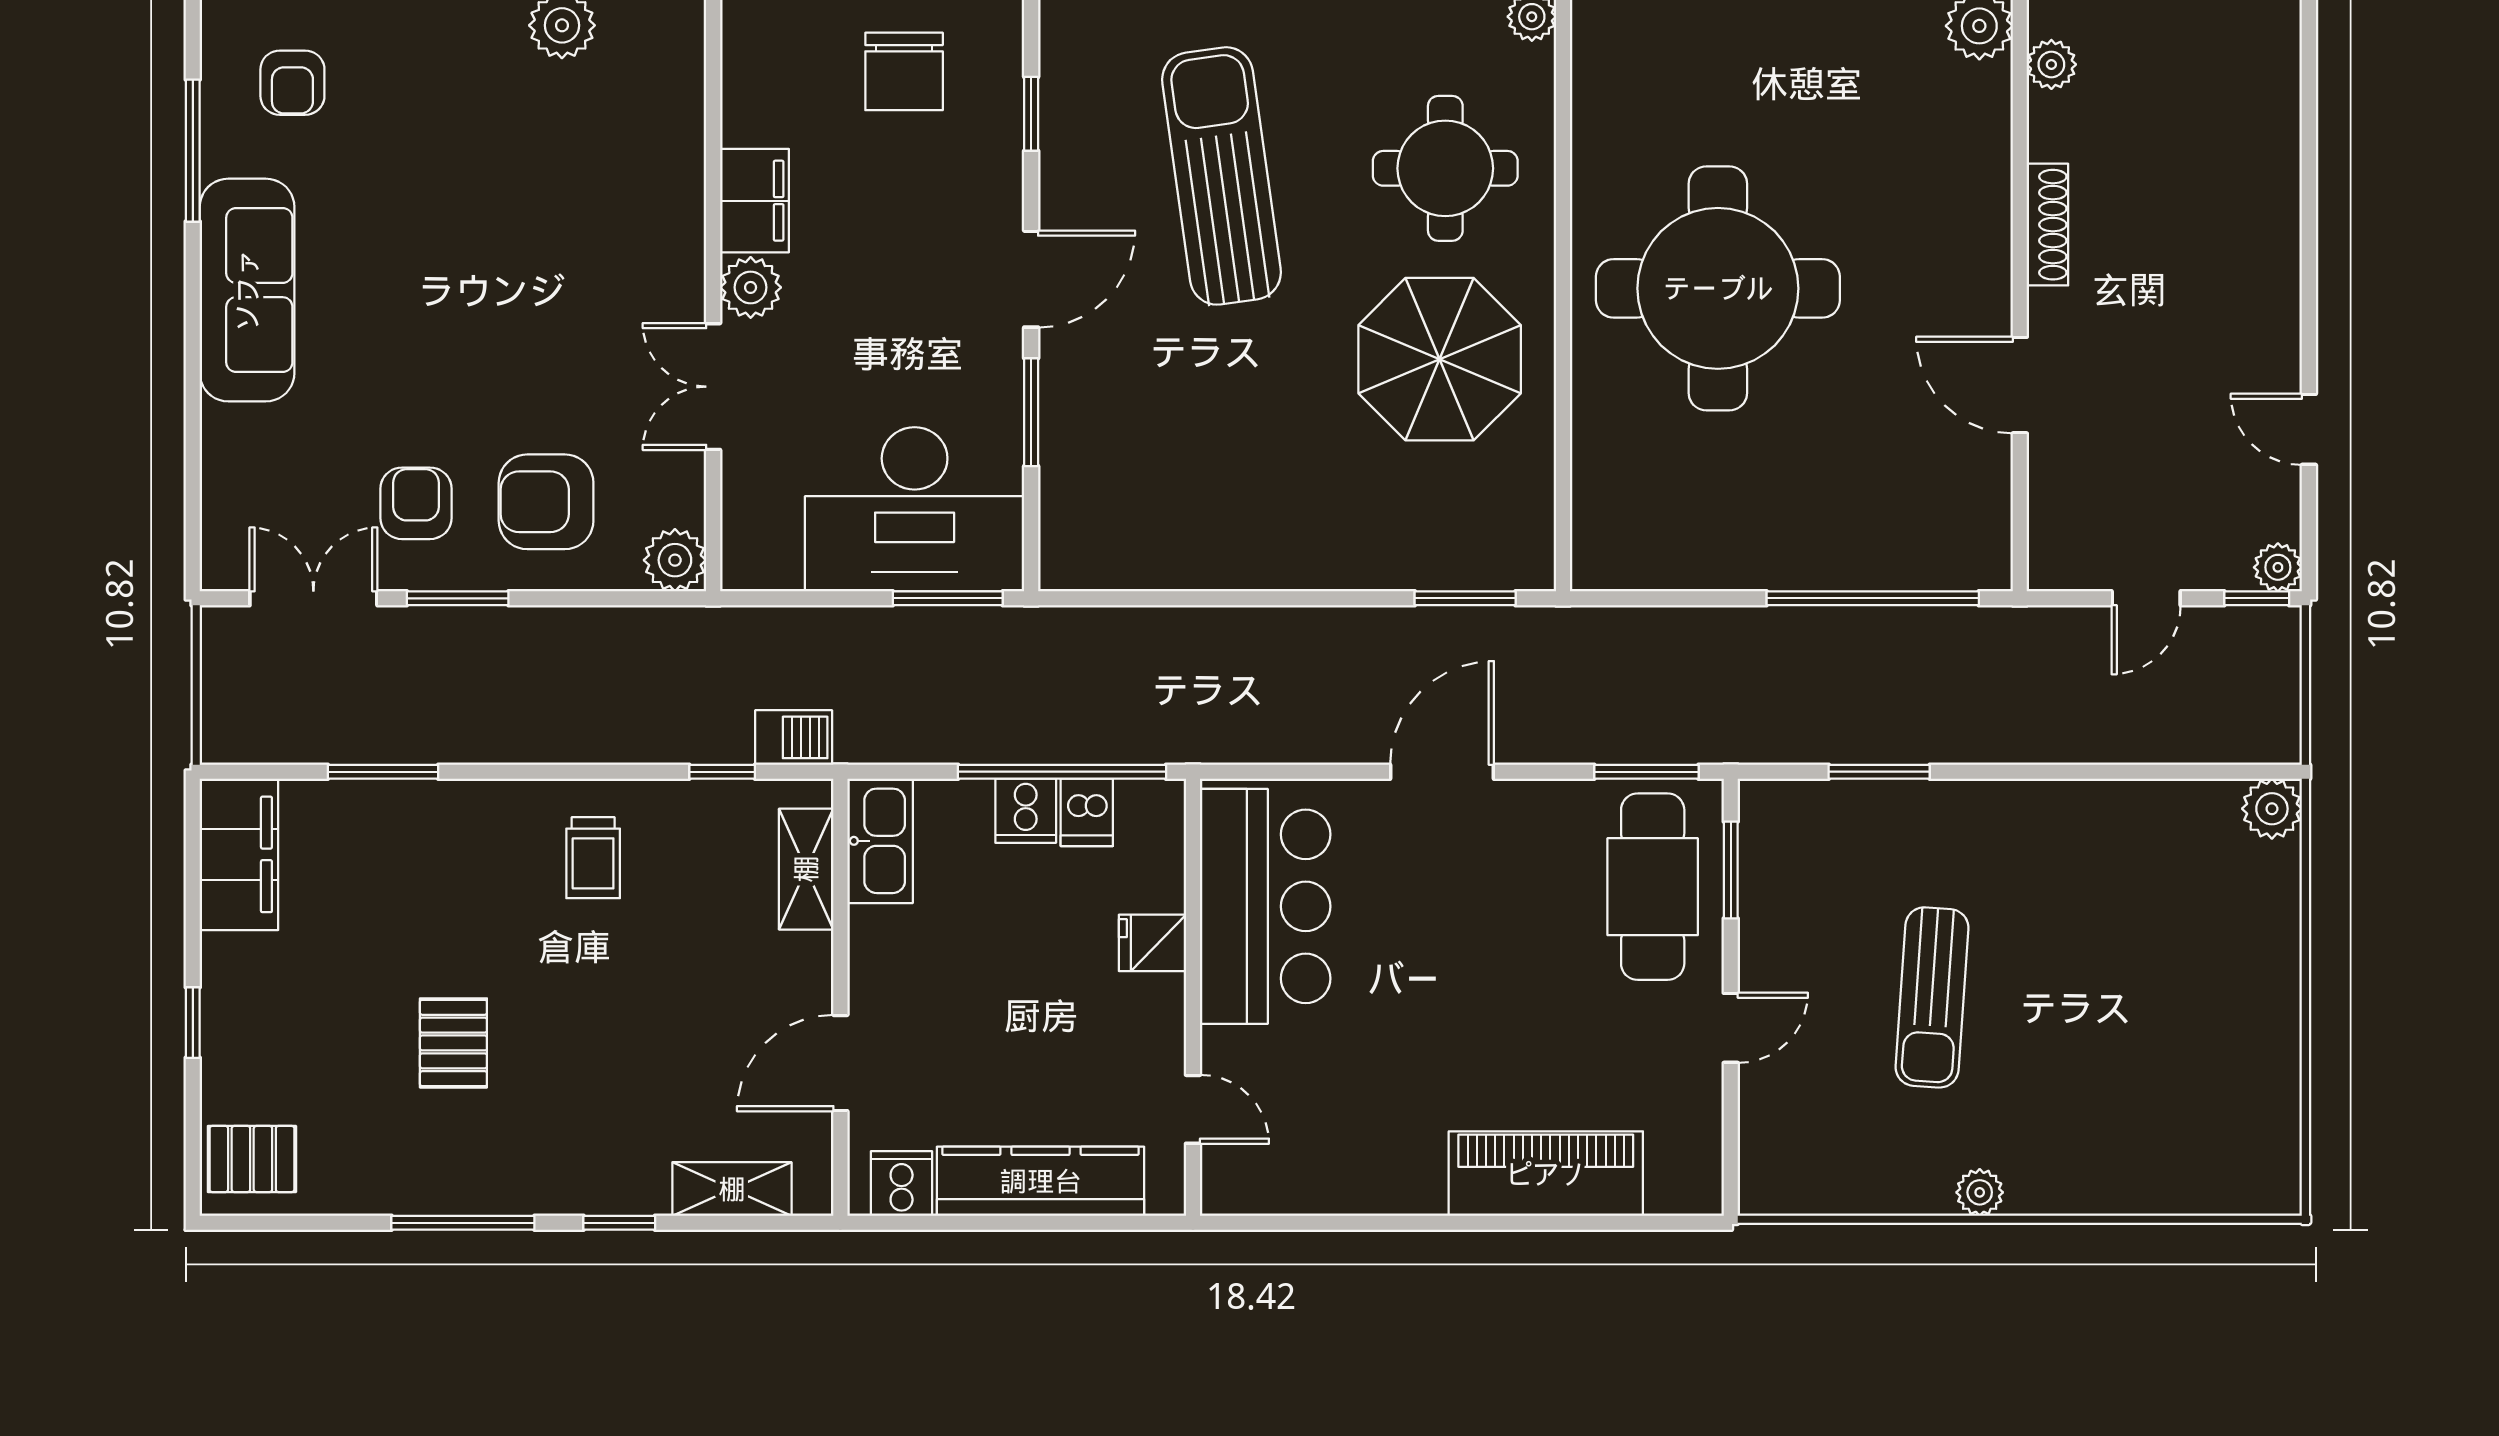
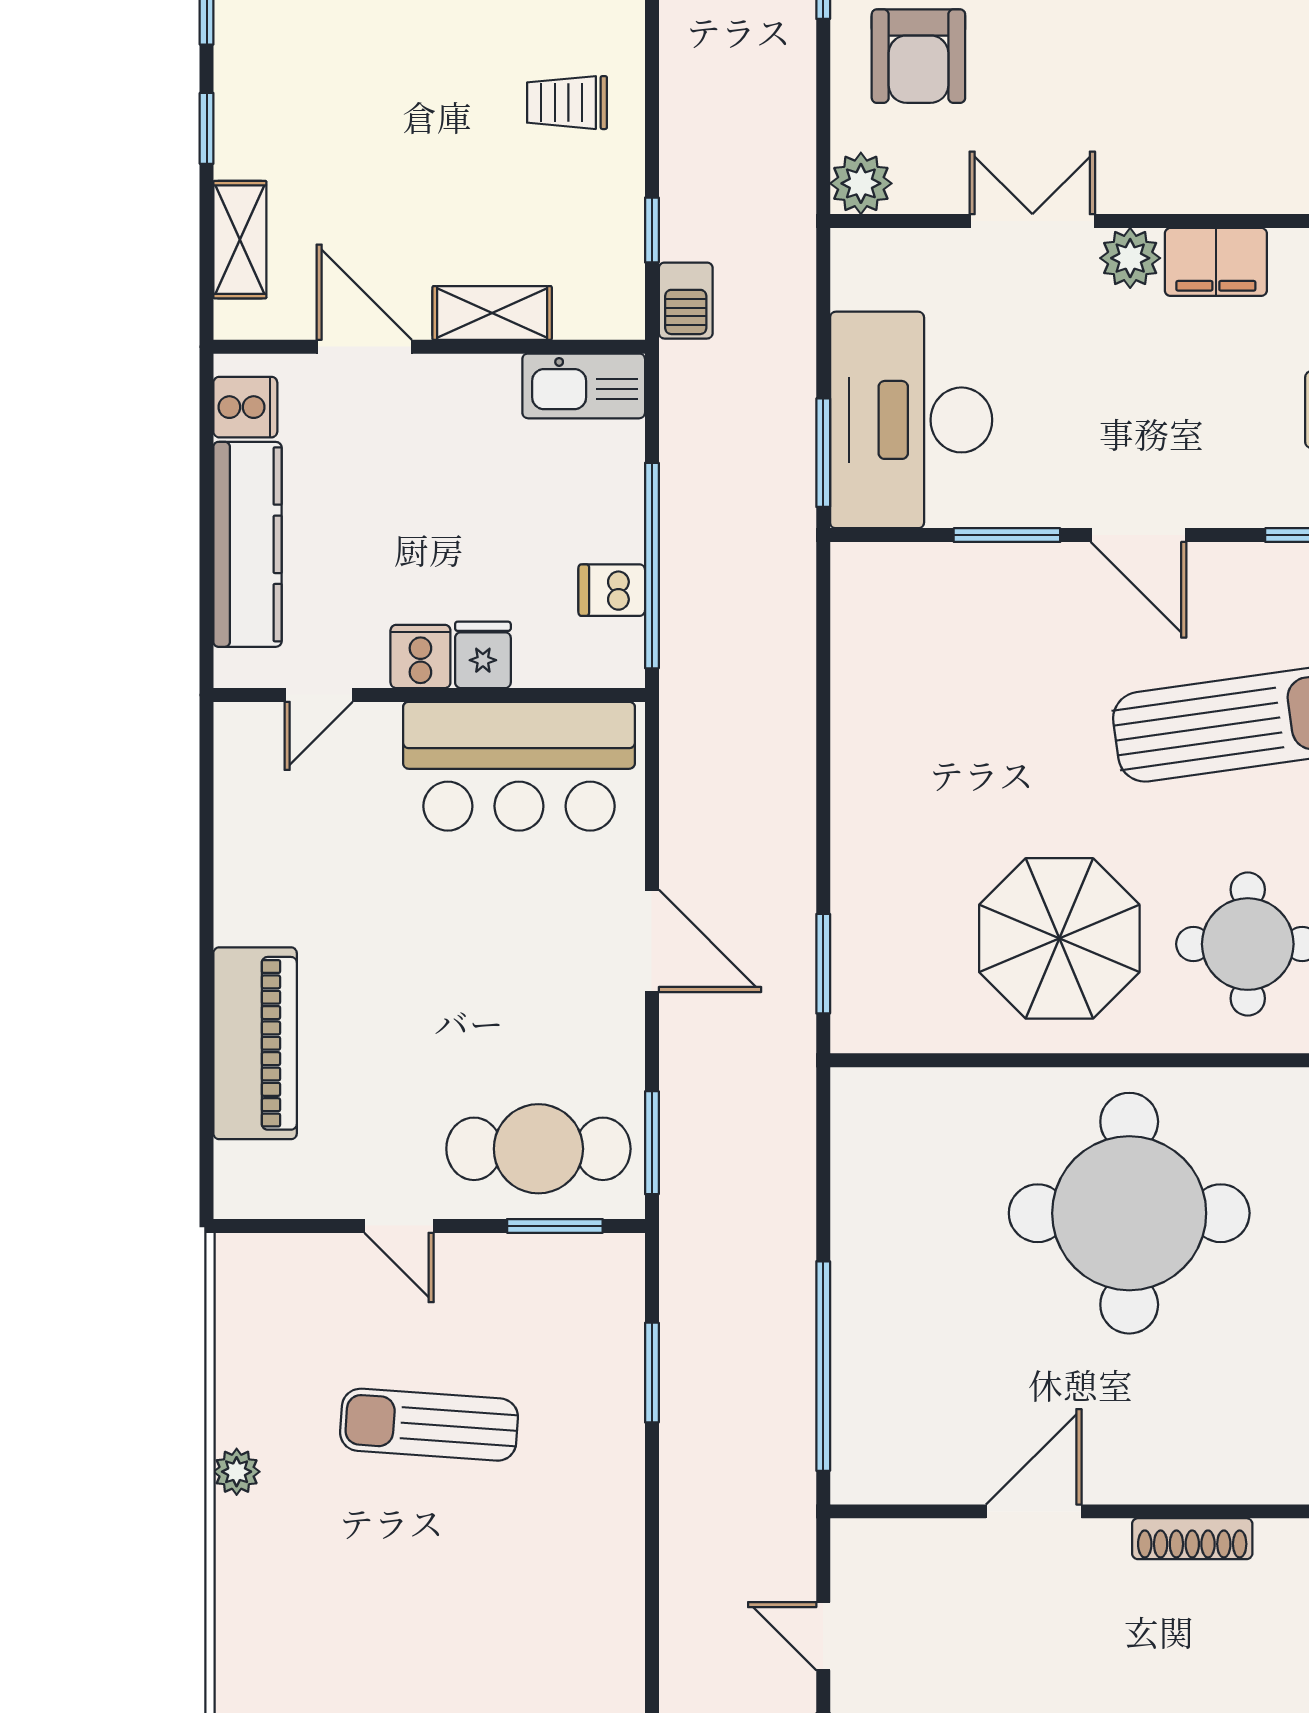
armchair: (546, 502) -> (918, 56), turned 180
cooker: (1026, 811) -> (420, 656), moved, turned 90
shelving: (806, 869) -> (492, 313), moved

